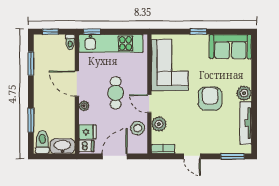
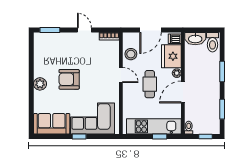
window: (92, 32) -> (160, 136), moved
corner sofa: (170, 65) -> (92, 119), moved, turned 90
door: (77, 84) -> (183, 92), swing flipped
armchair: (210, 99) -> (69, 79), turned 90
window: (31, 120) -> (222, 71), moved
tv unit: (246, 123) -> (39, 58), removed
plant: (159, 124) -> (113, 58), removed
fridge: (87, 132) -> (171, 56), width x1.88, depth x1.34

